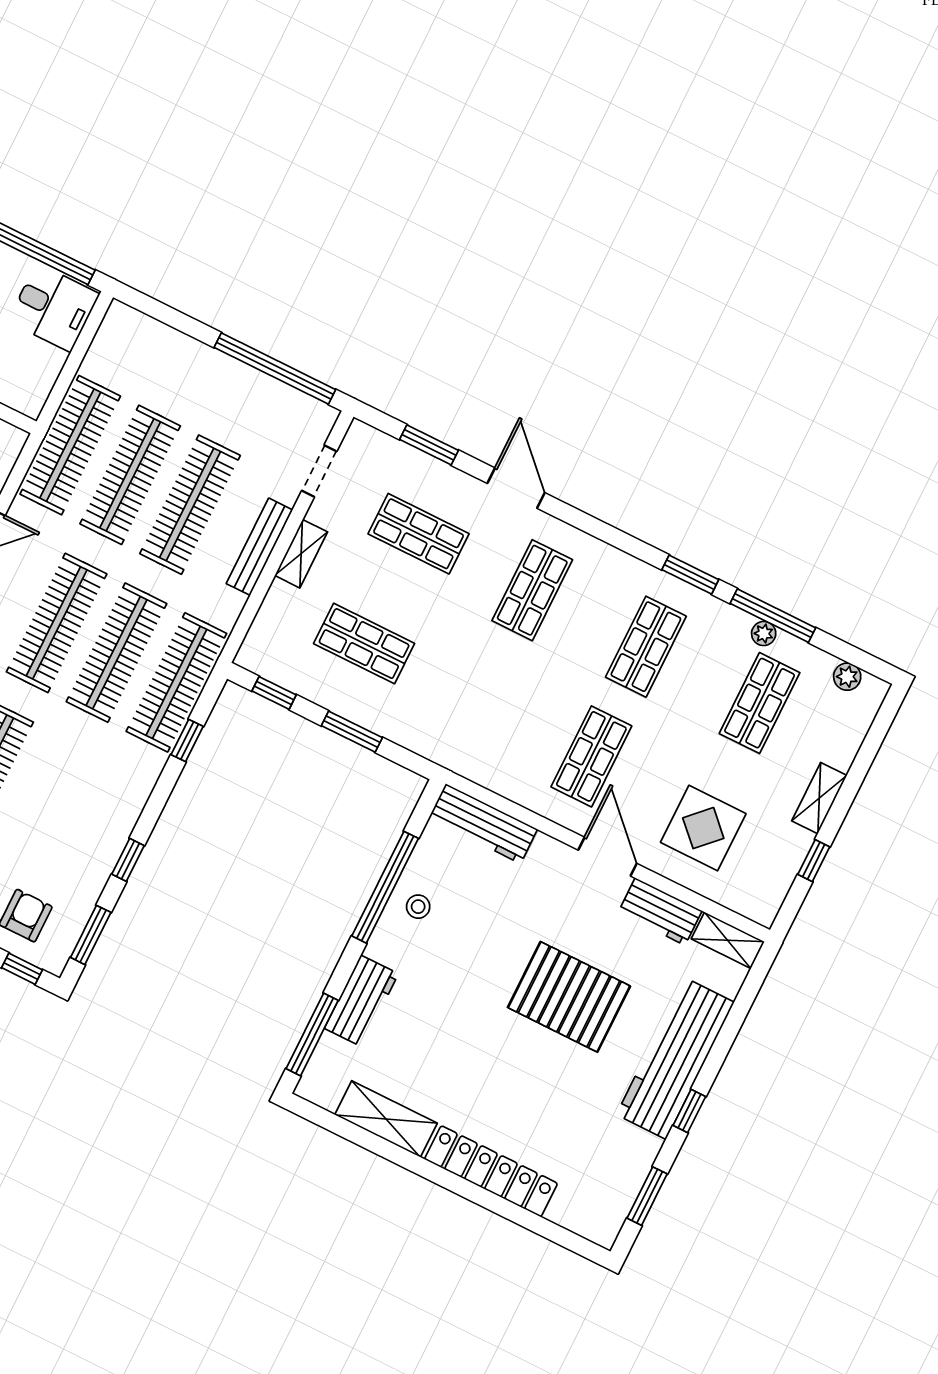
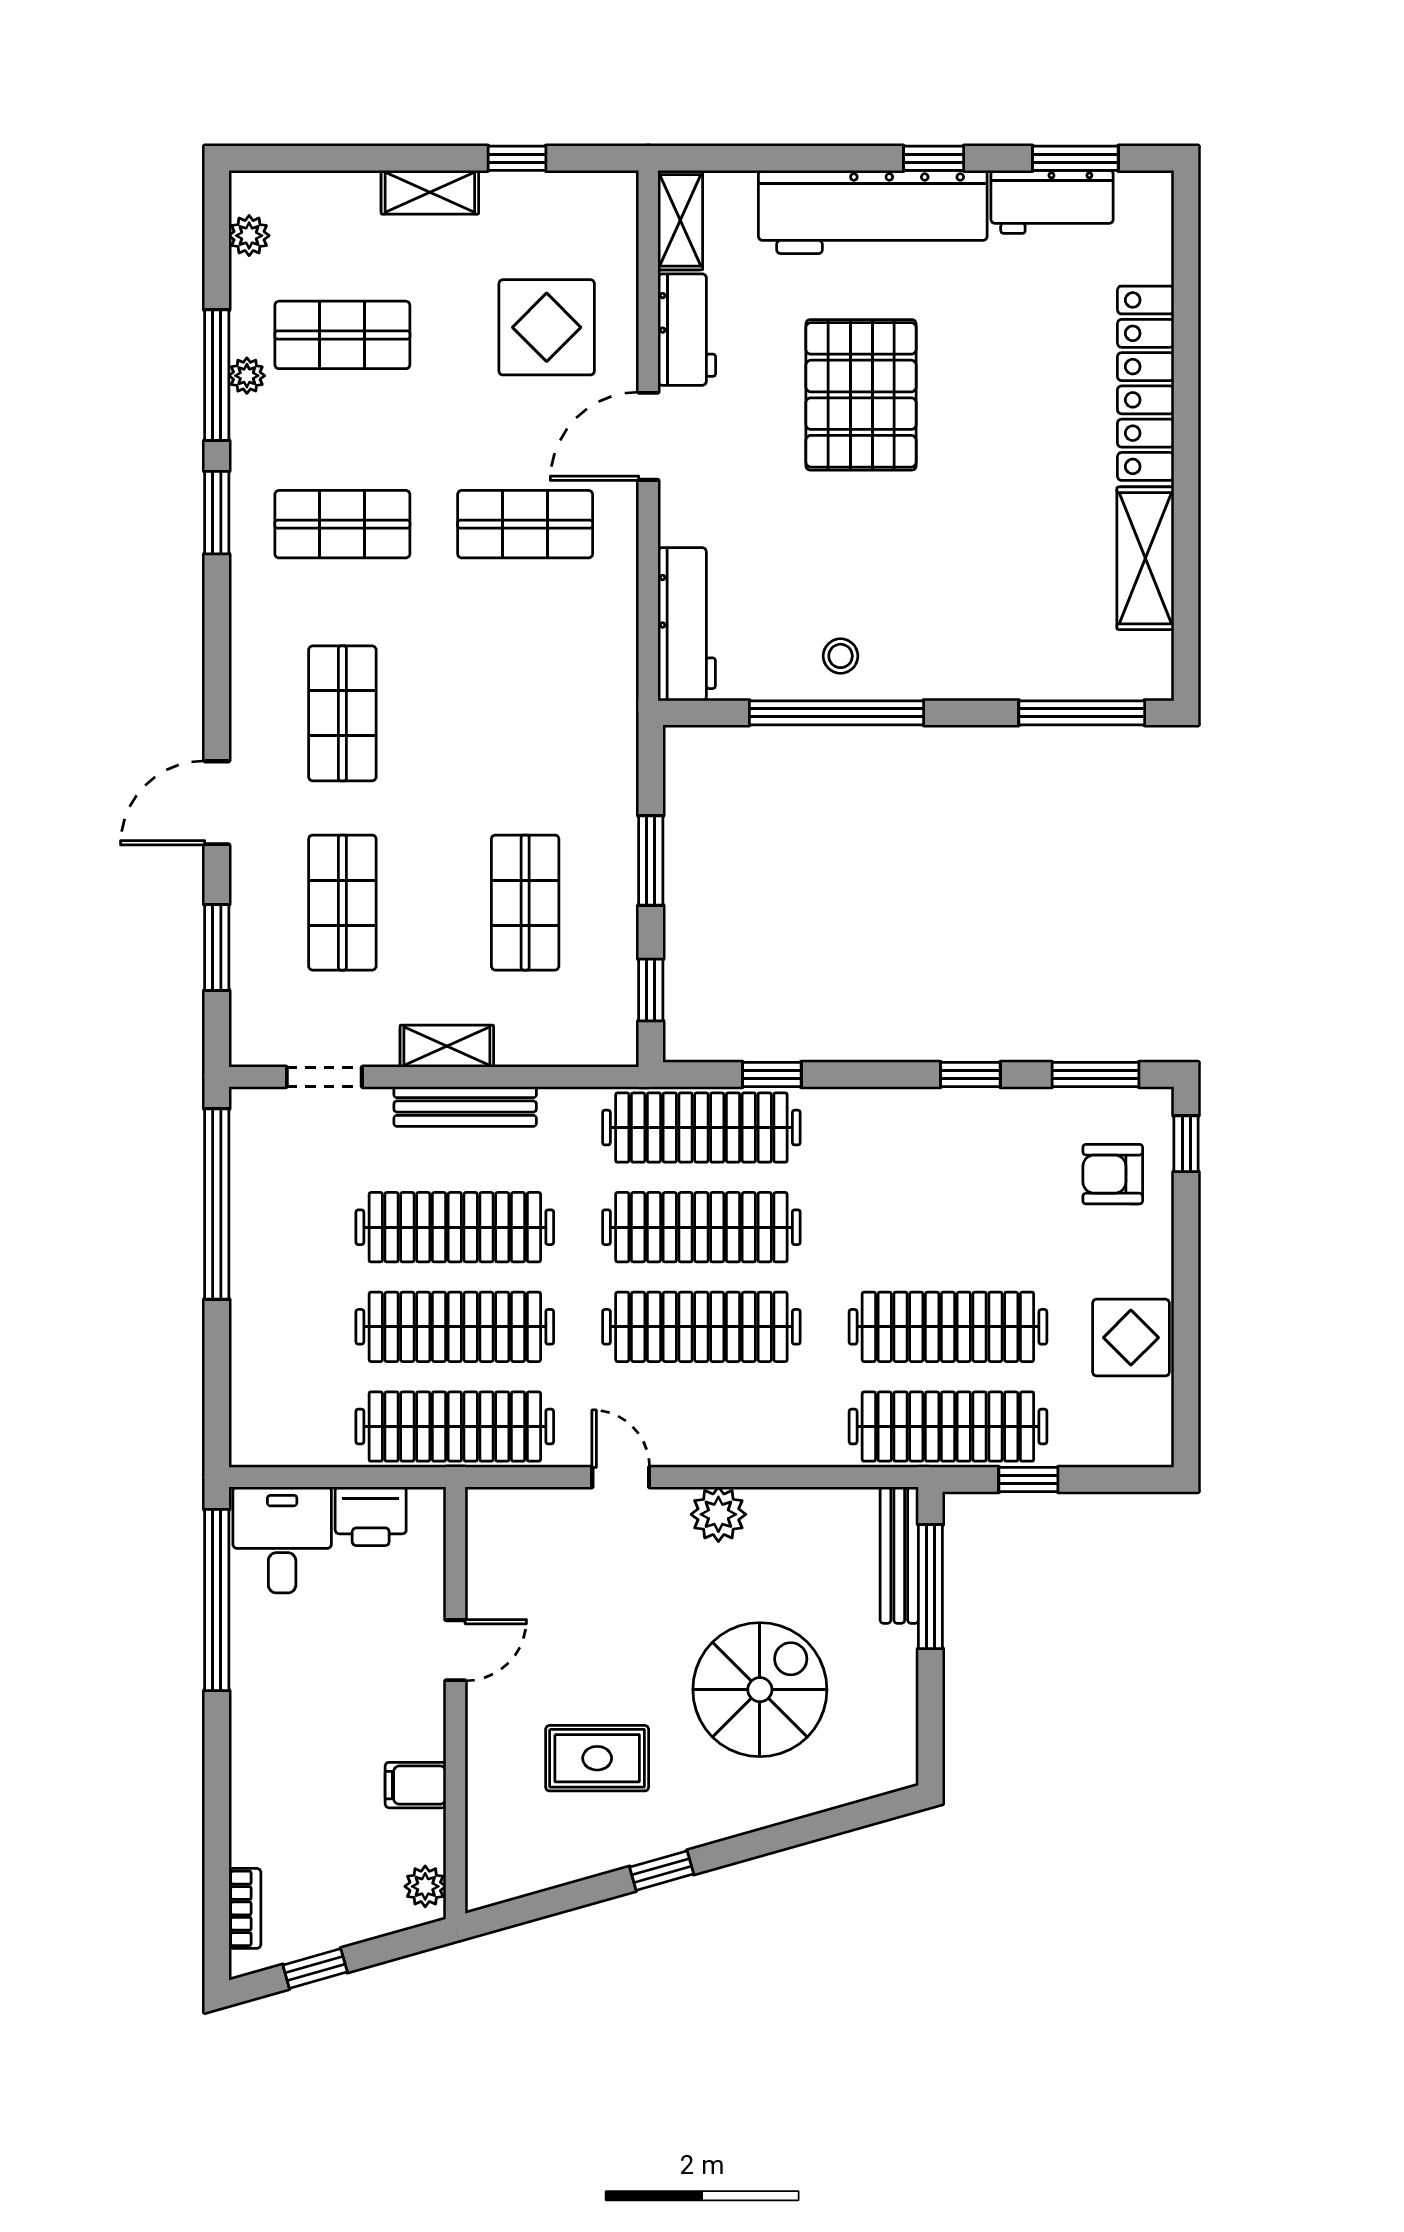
printer: (41, 368) -> (371, 1516), added
shop shelf: (532, 590) -> (342, 713), turned 90
workbench: (361, 1001) -> (1052, 202), moved, turned 180

